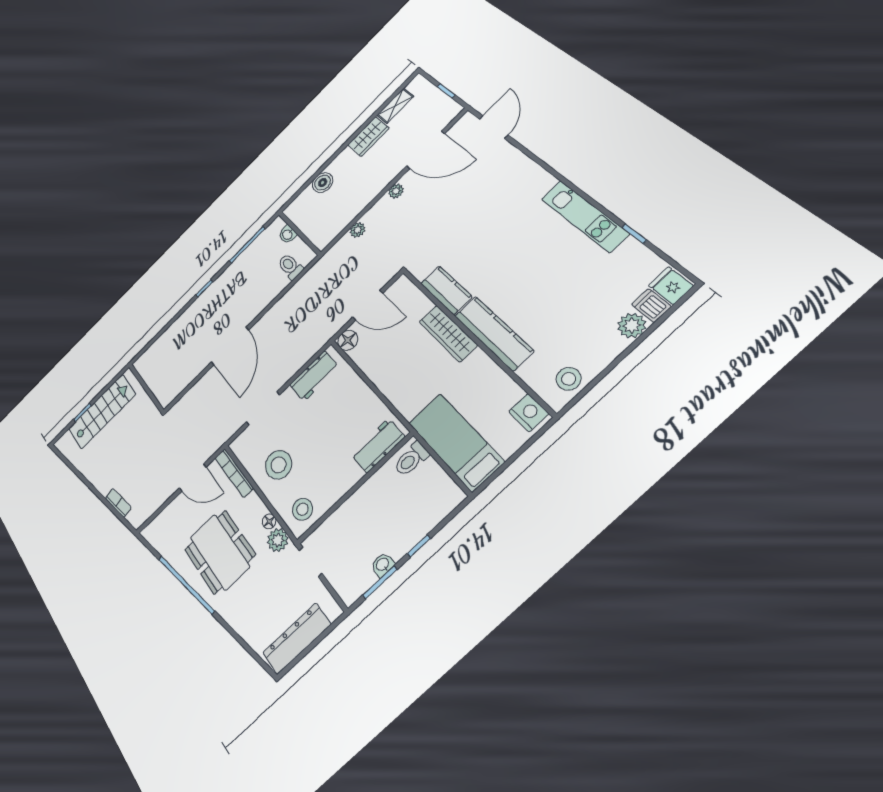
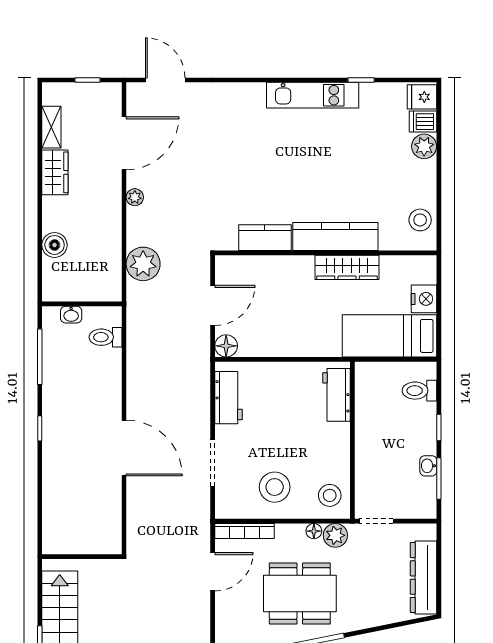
plant: (358, 230) -> (143, 264), width x1.88, depth x1.88
wardrobe: (448, 333) -> (347, 267), moved
nightstand: (529, 413) -> (424, 299), moved, turned 90
toilet: (411, 459) -> (419, 391), moved, turned 90

